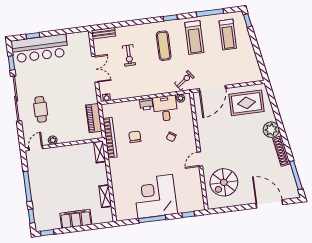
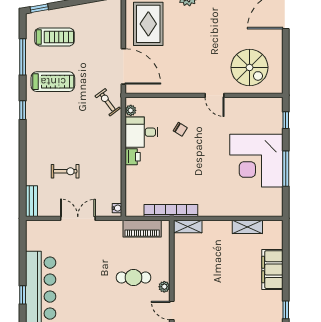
exercise mat: (164, 46) -> (58, 124), removed
cafe table: (41, 109) -> (134, 277), moved
chair: (135, 137) -> (174, 177), removed

